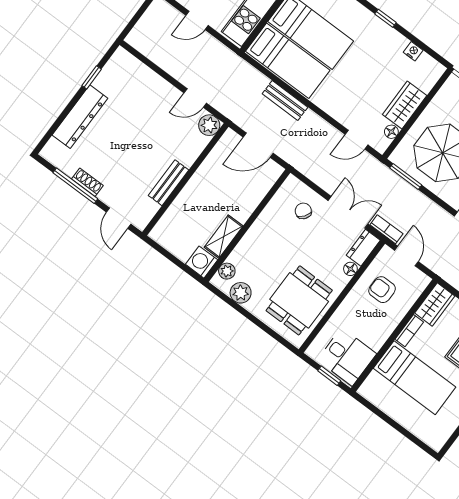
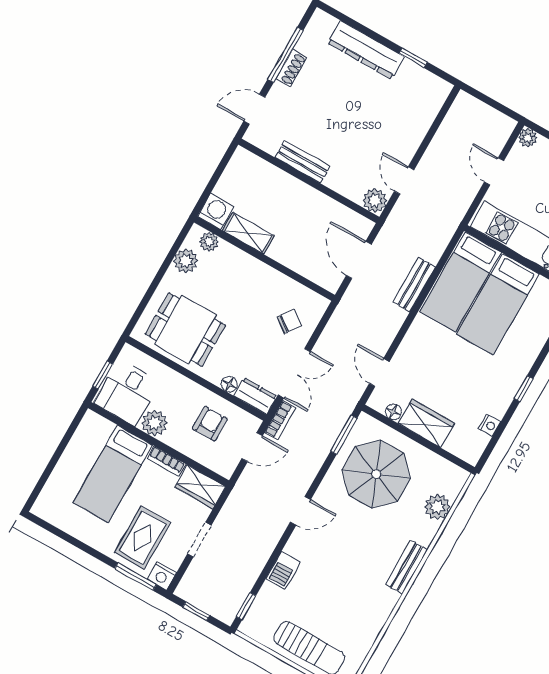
plant: (376, 337) -> (155, 423), added

